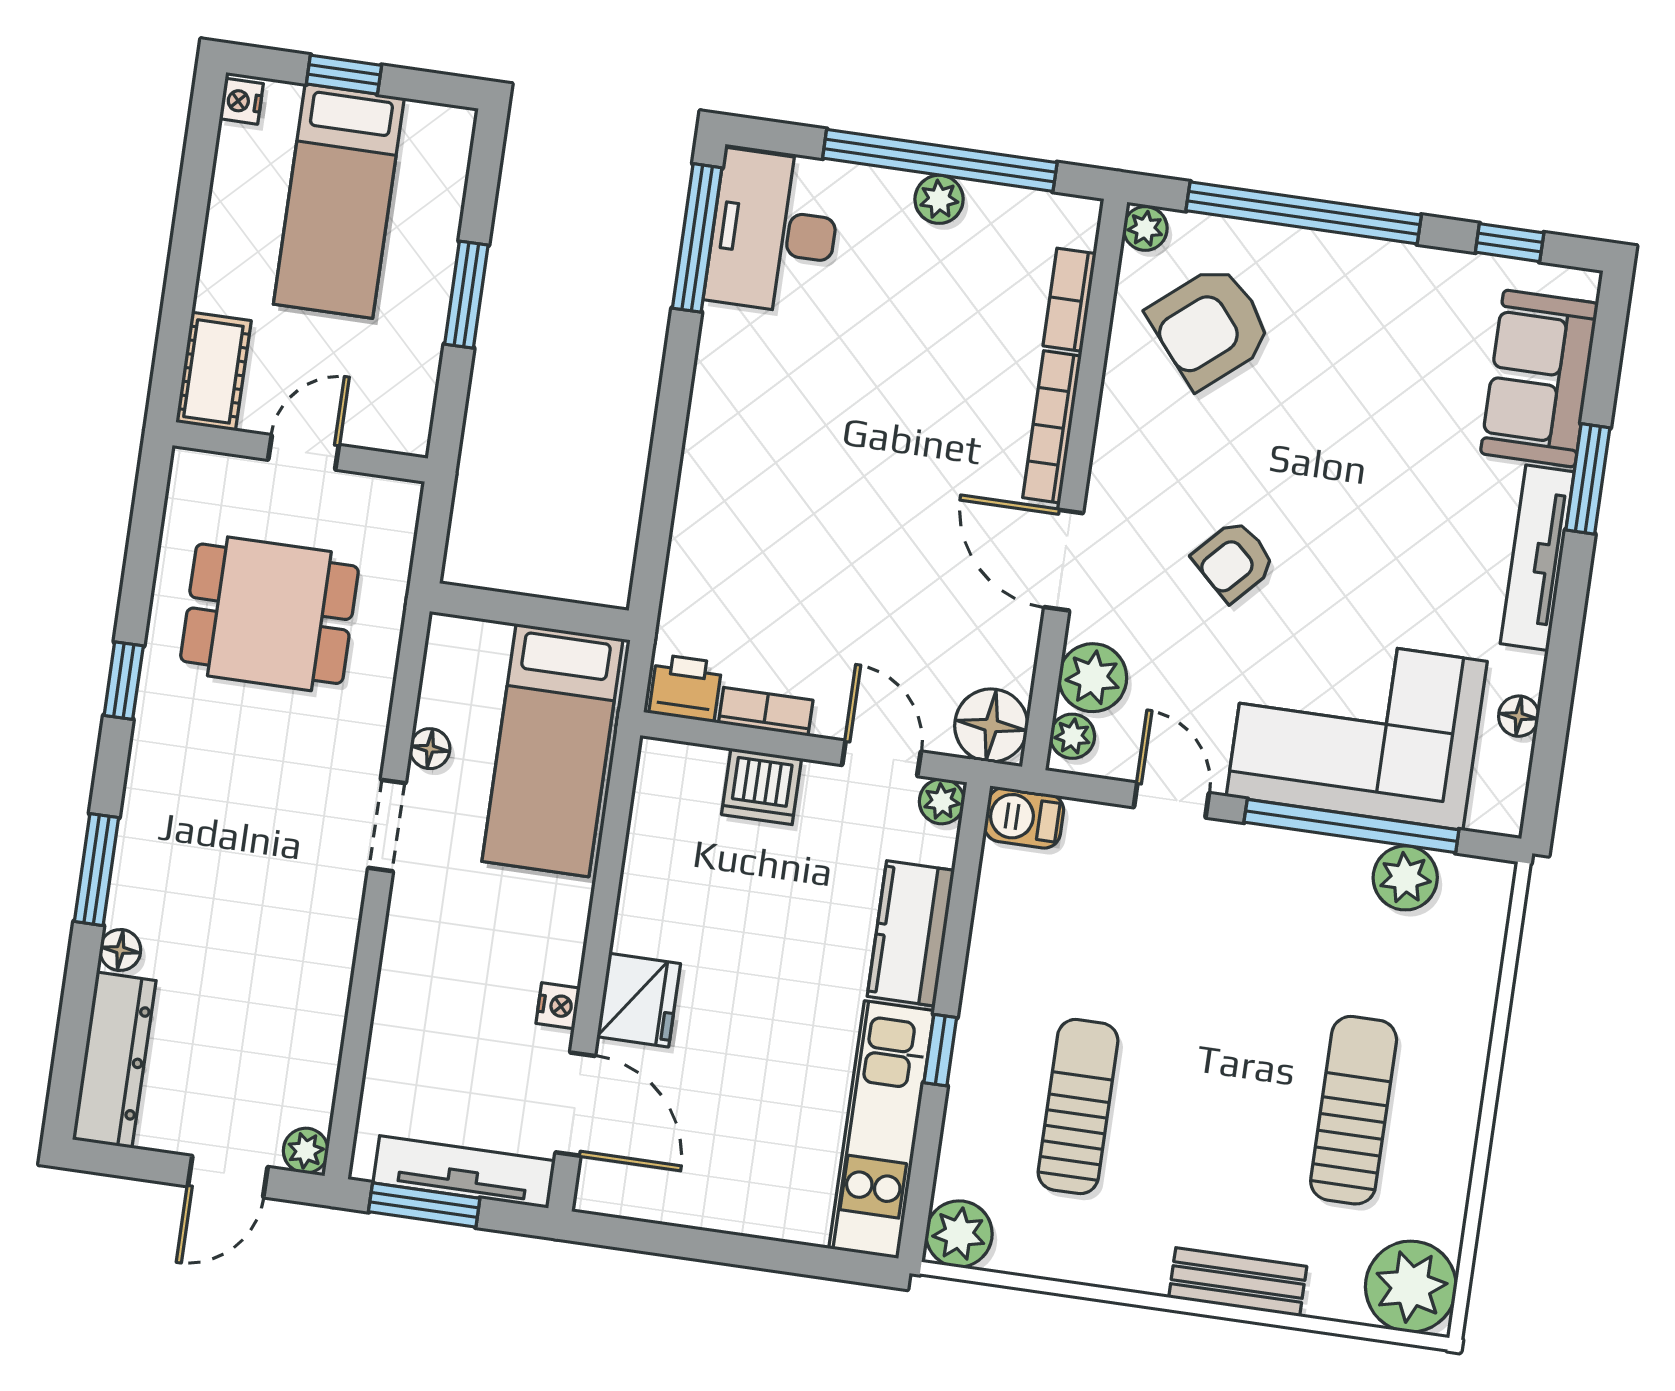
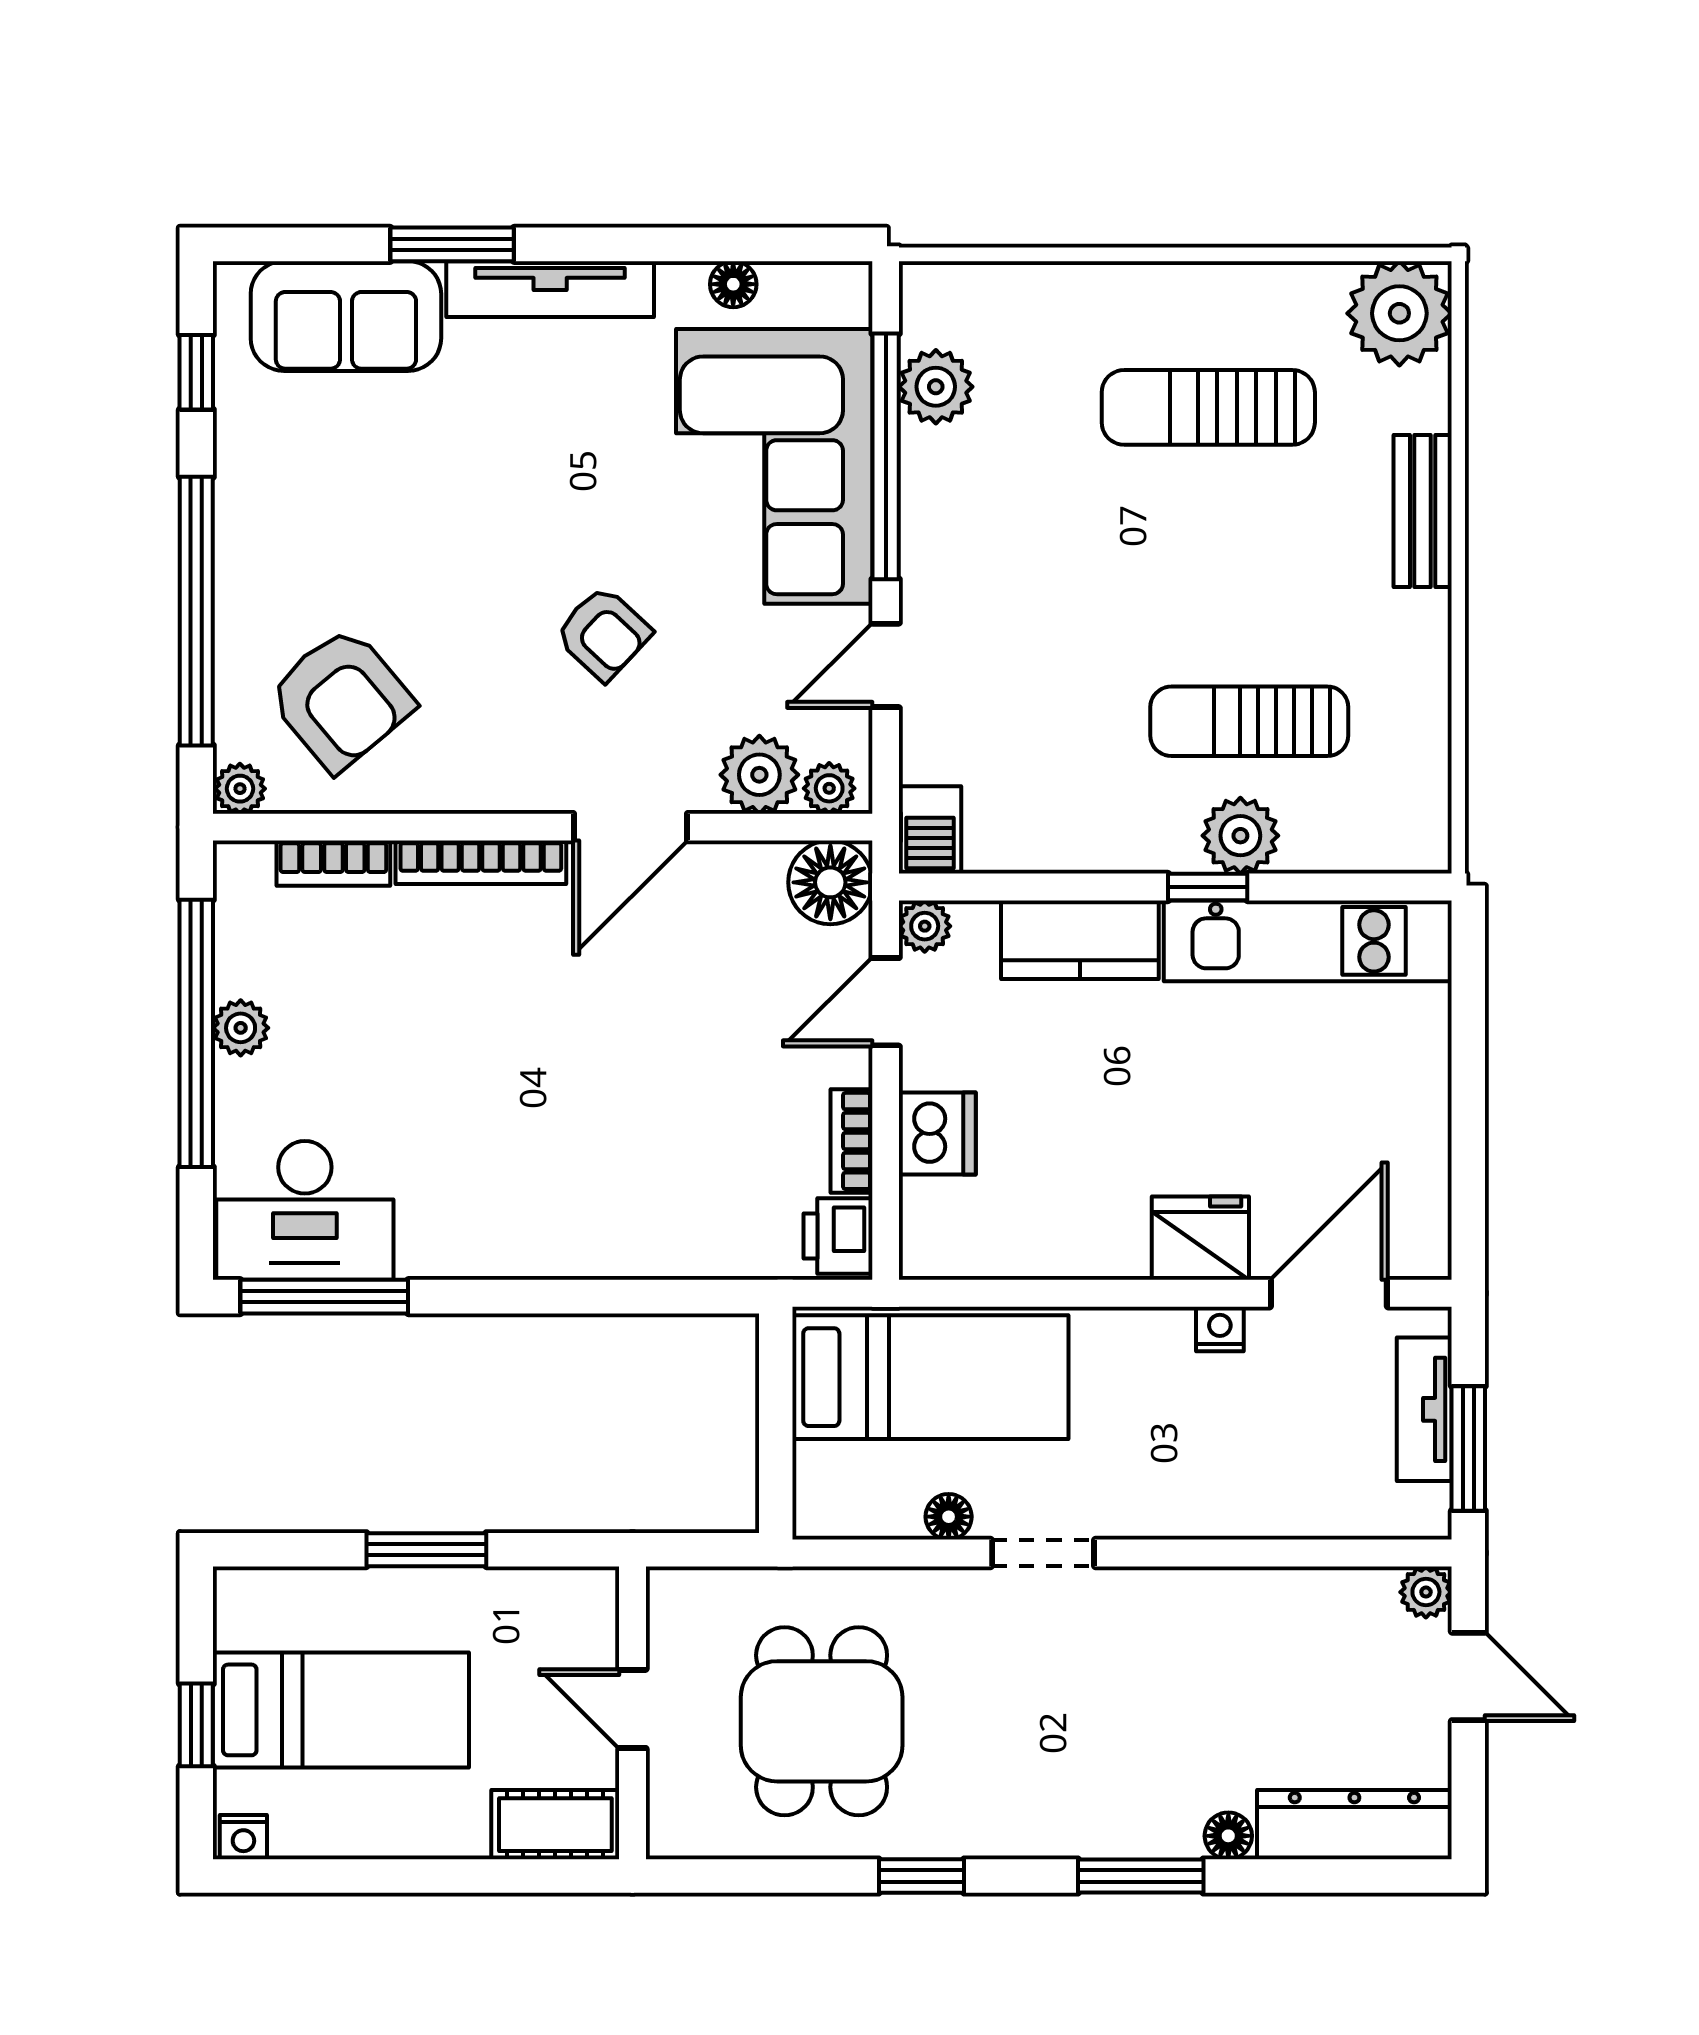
tv unit: (463, 1172) -> (1424, 1409), width x0.71
plant: (959, 1234) -> (1240, 836), moved

